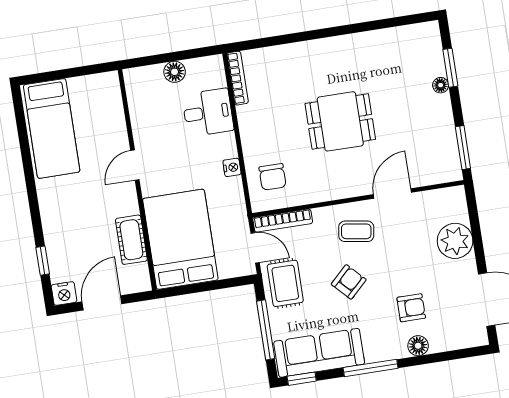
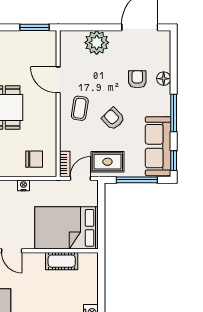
bookcase: (283, 220) -> (65, 164), width x0.64
door: (102, 303) -> (101, 288), removed

